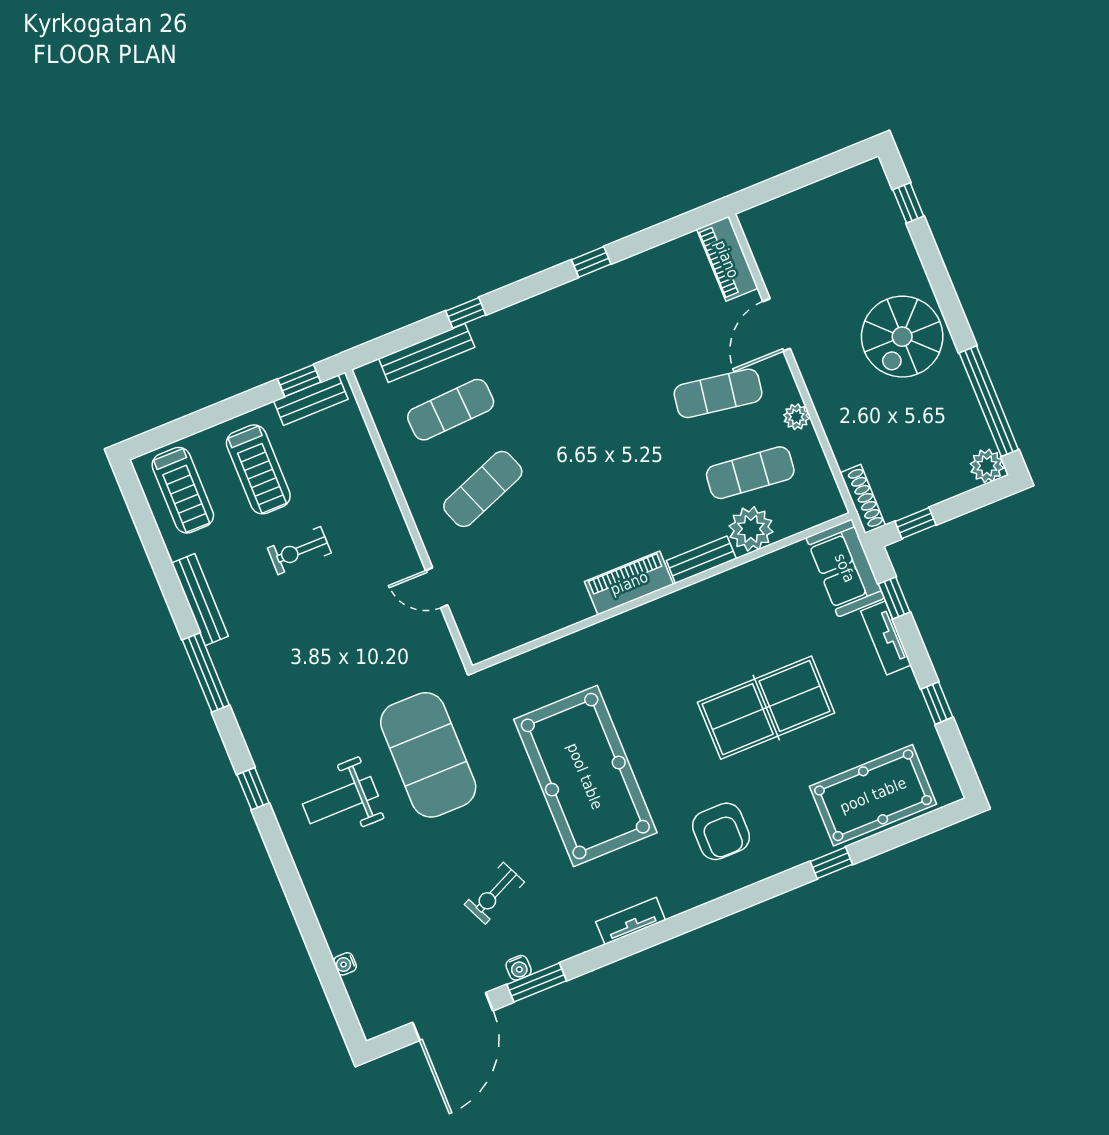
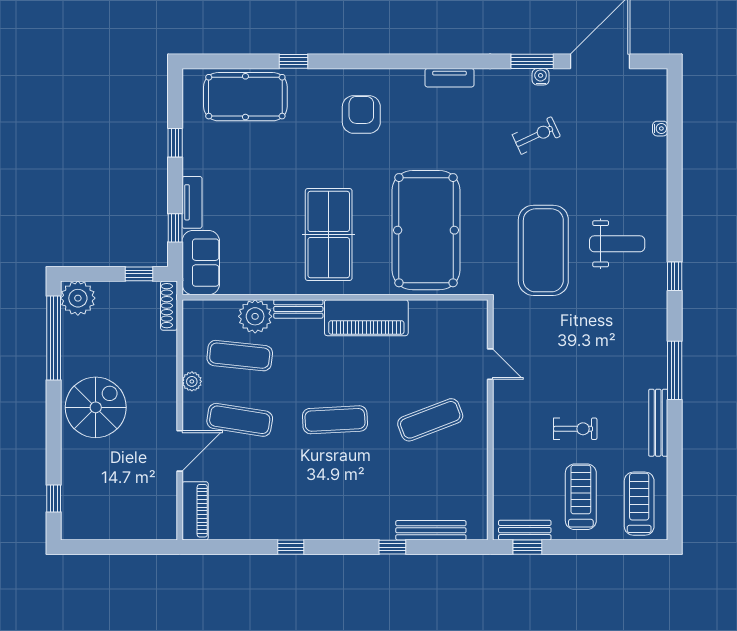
exercise mat: (451, 410) -> (335, 420), moved
plant: (987, 466) -> (78, 298), width x1.36, depth x1.36
piano: (629, 583) -> (366, 318), width x1.37, depth x1.33
table tennis table: (766, 708) -> (329, 234), moved, turned 90
pool table: (585, 776) -> (426, 230), moved

